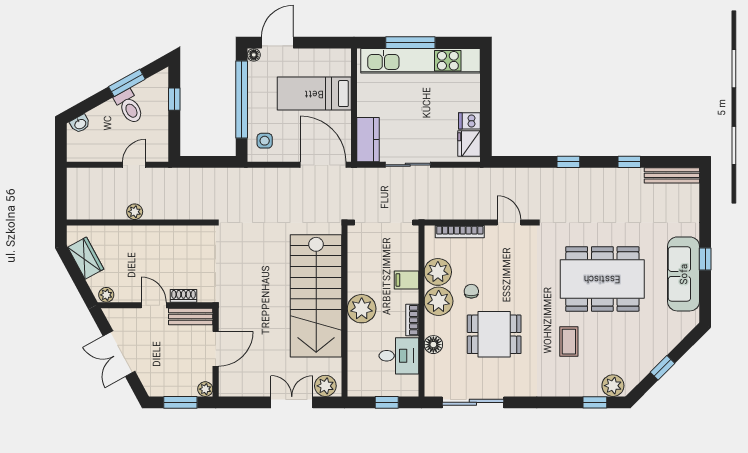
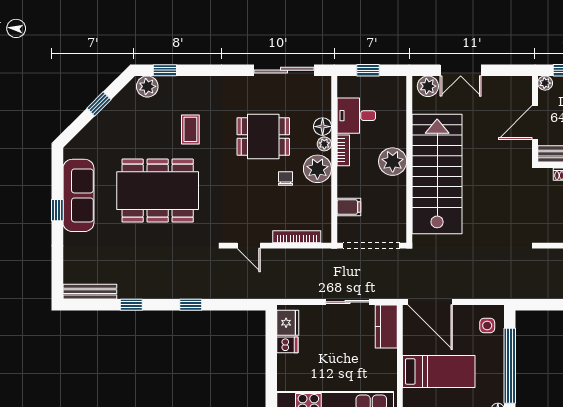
plant: (438, 272) -> (324, 144), moved, width x0.53, depth x0.53
filing cabinet: (406, 280) -> (349, 207), moved
chair: (471, 291) -> (285, 179), turned 180

